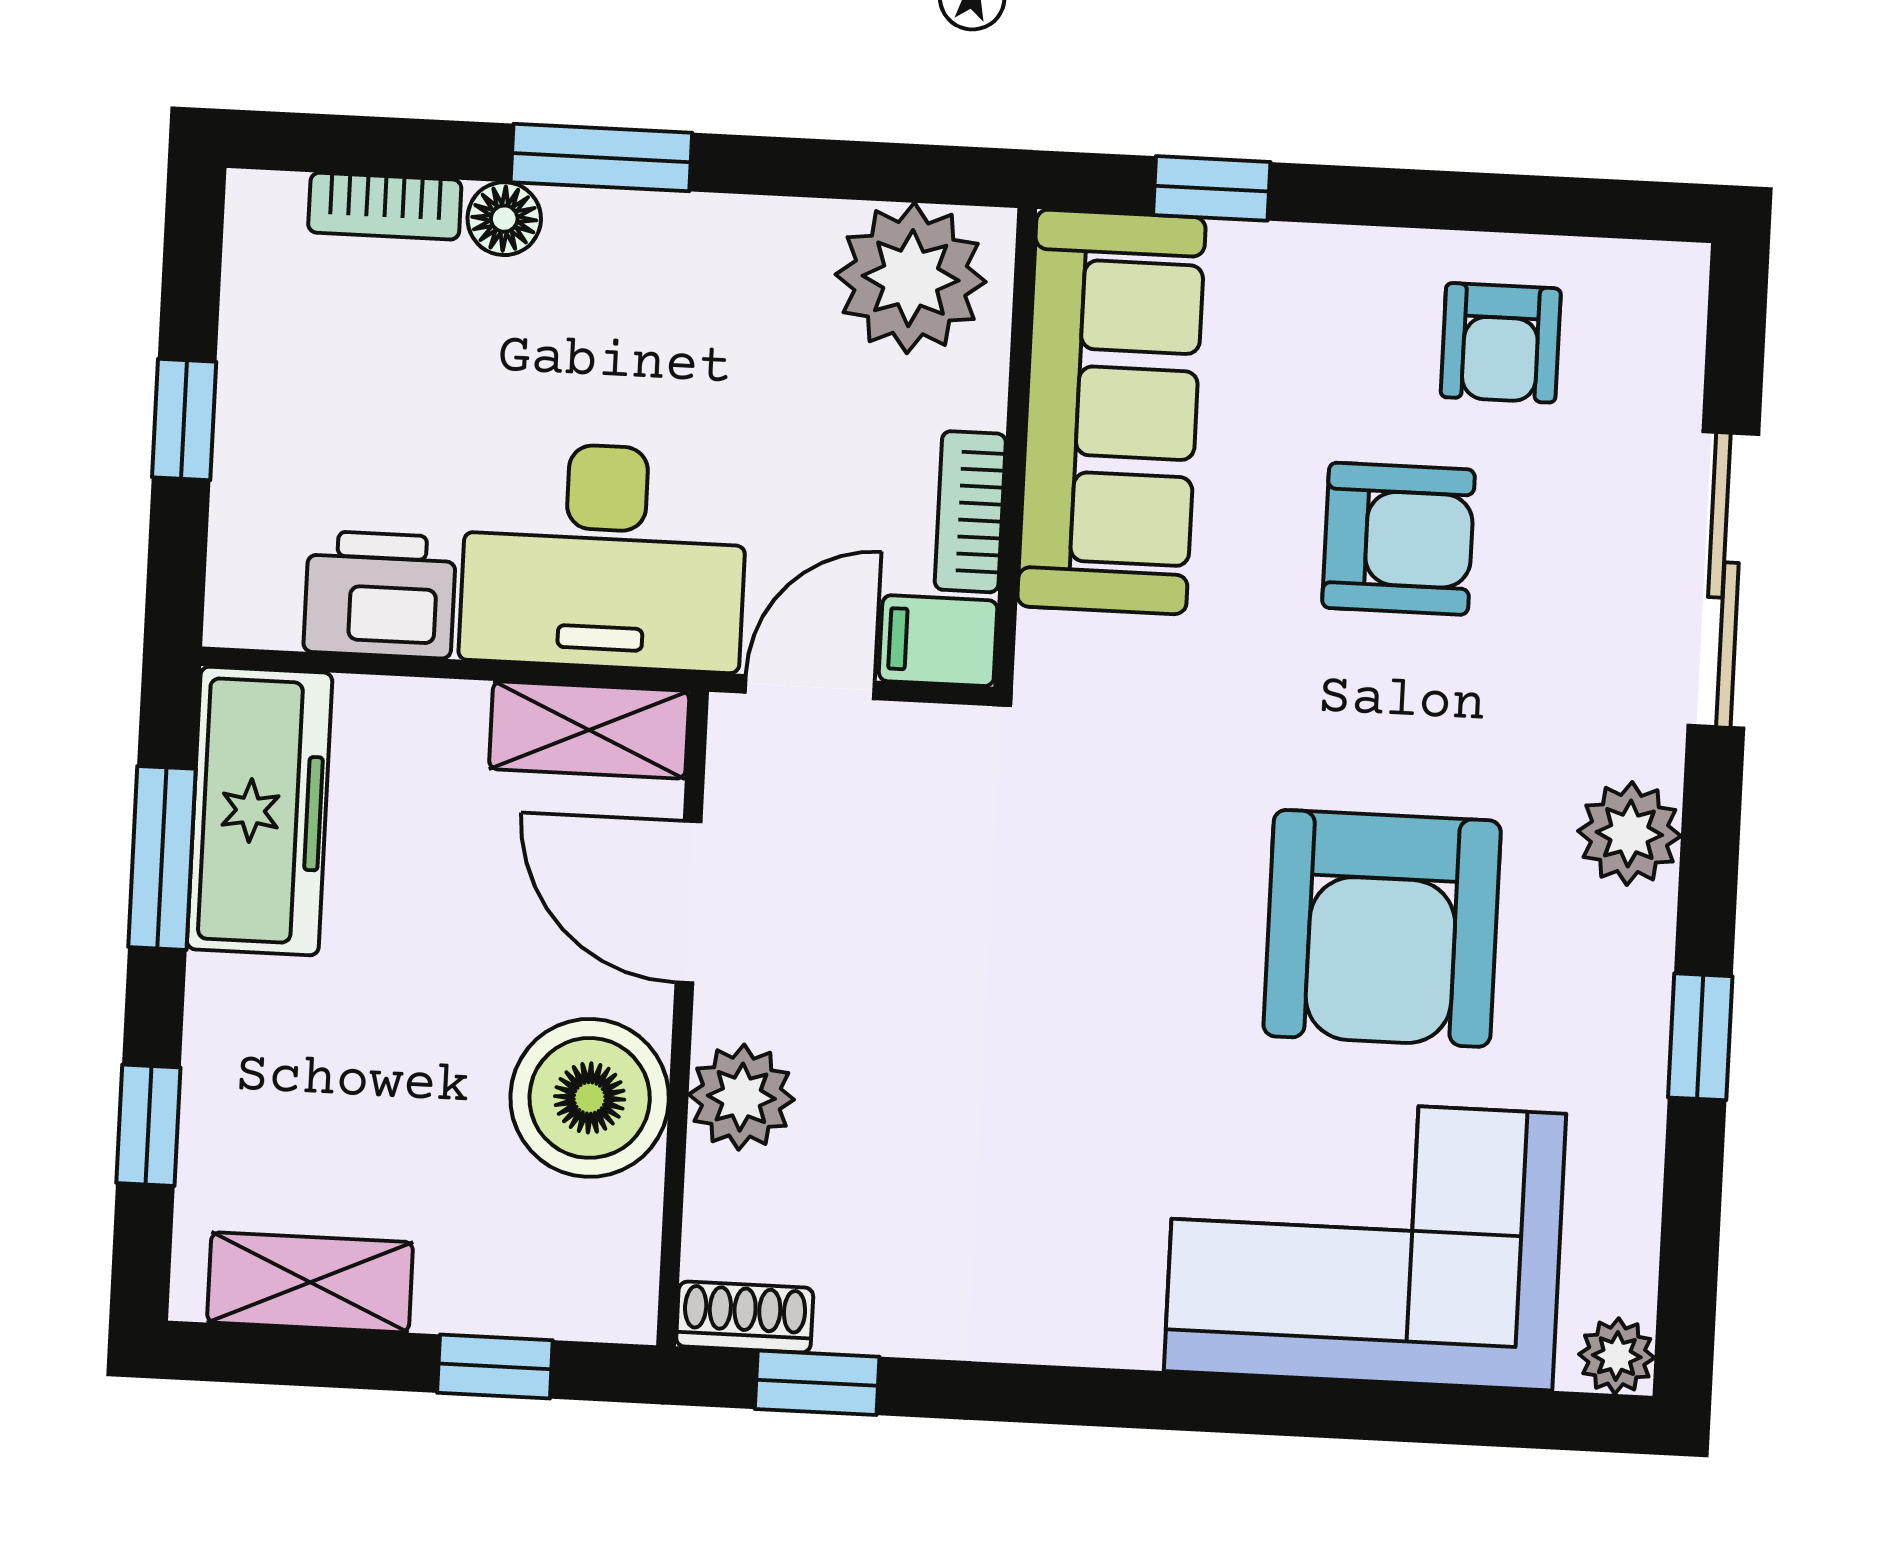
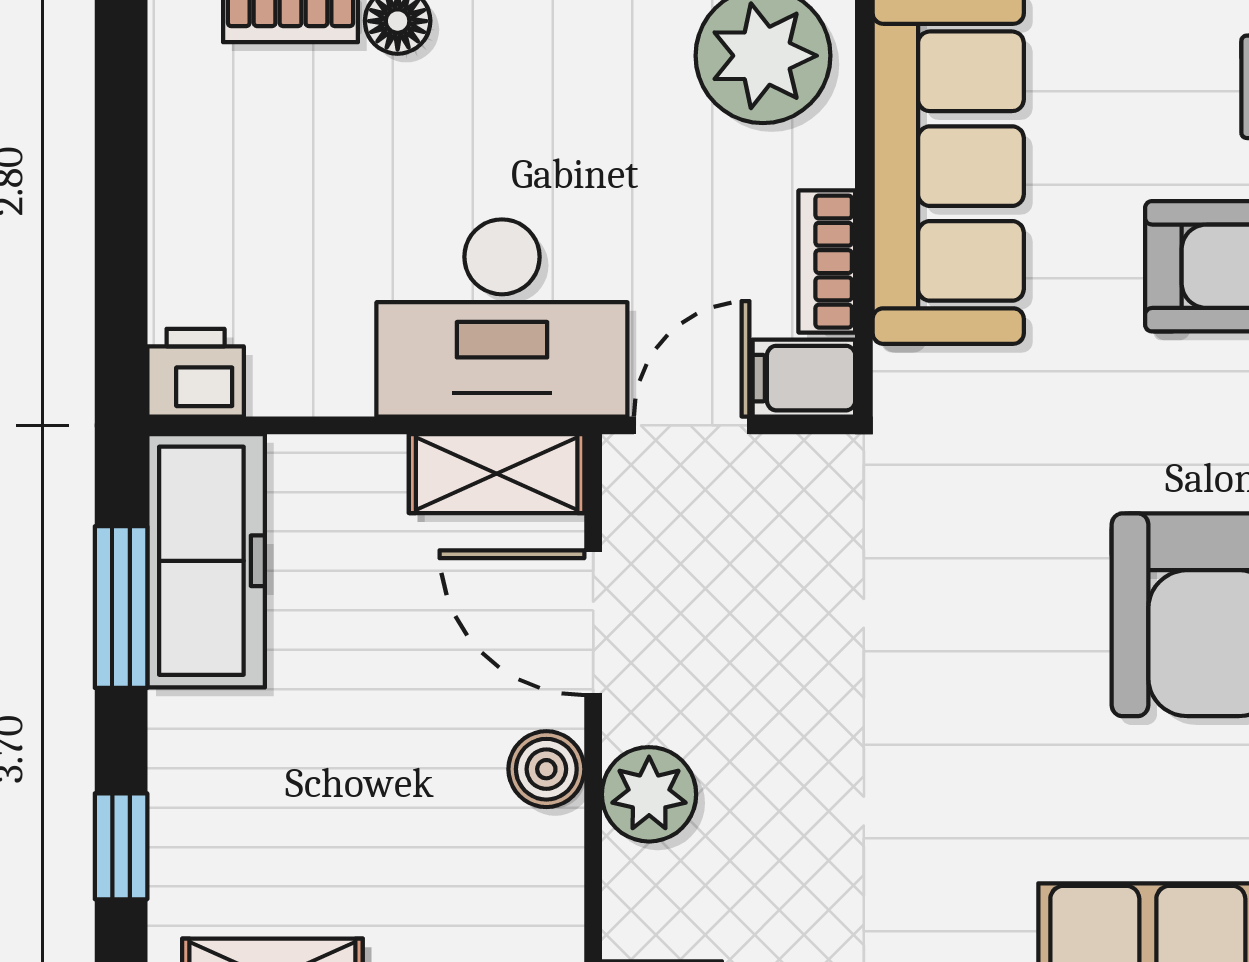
window: (184, 419) -> (121, 215), removed
printer: (380, 595) -> (196, 373), moved, width x0.73, depth x0.81
boiler: (590, 1098) -> (546, 769), width x0.54, depth x0.54

